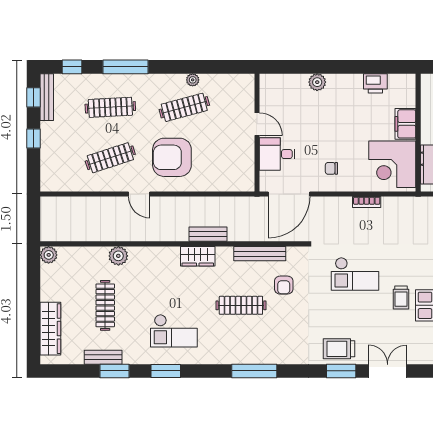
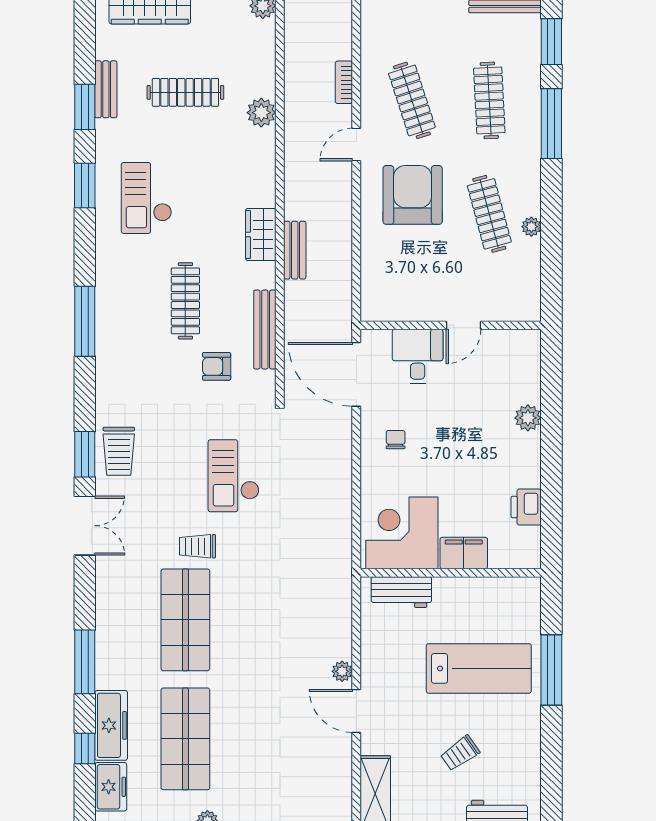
window: (72, 67) -> (551, 42), width x1.50
bookcase: (367, 202) -> (344, 82), moved
trolley: (339, 349) -> (119, 451), turned 180

